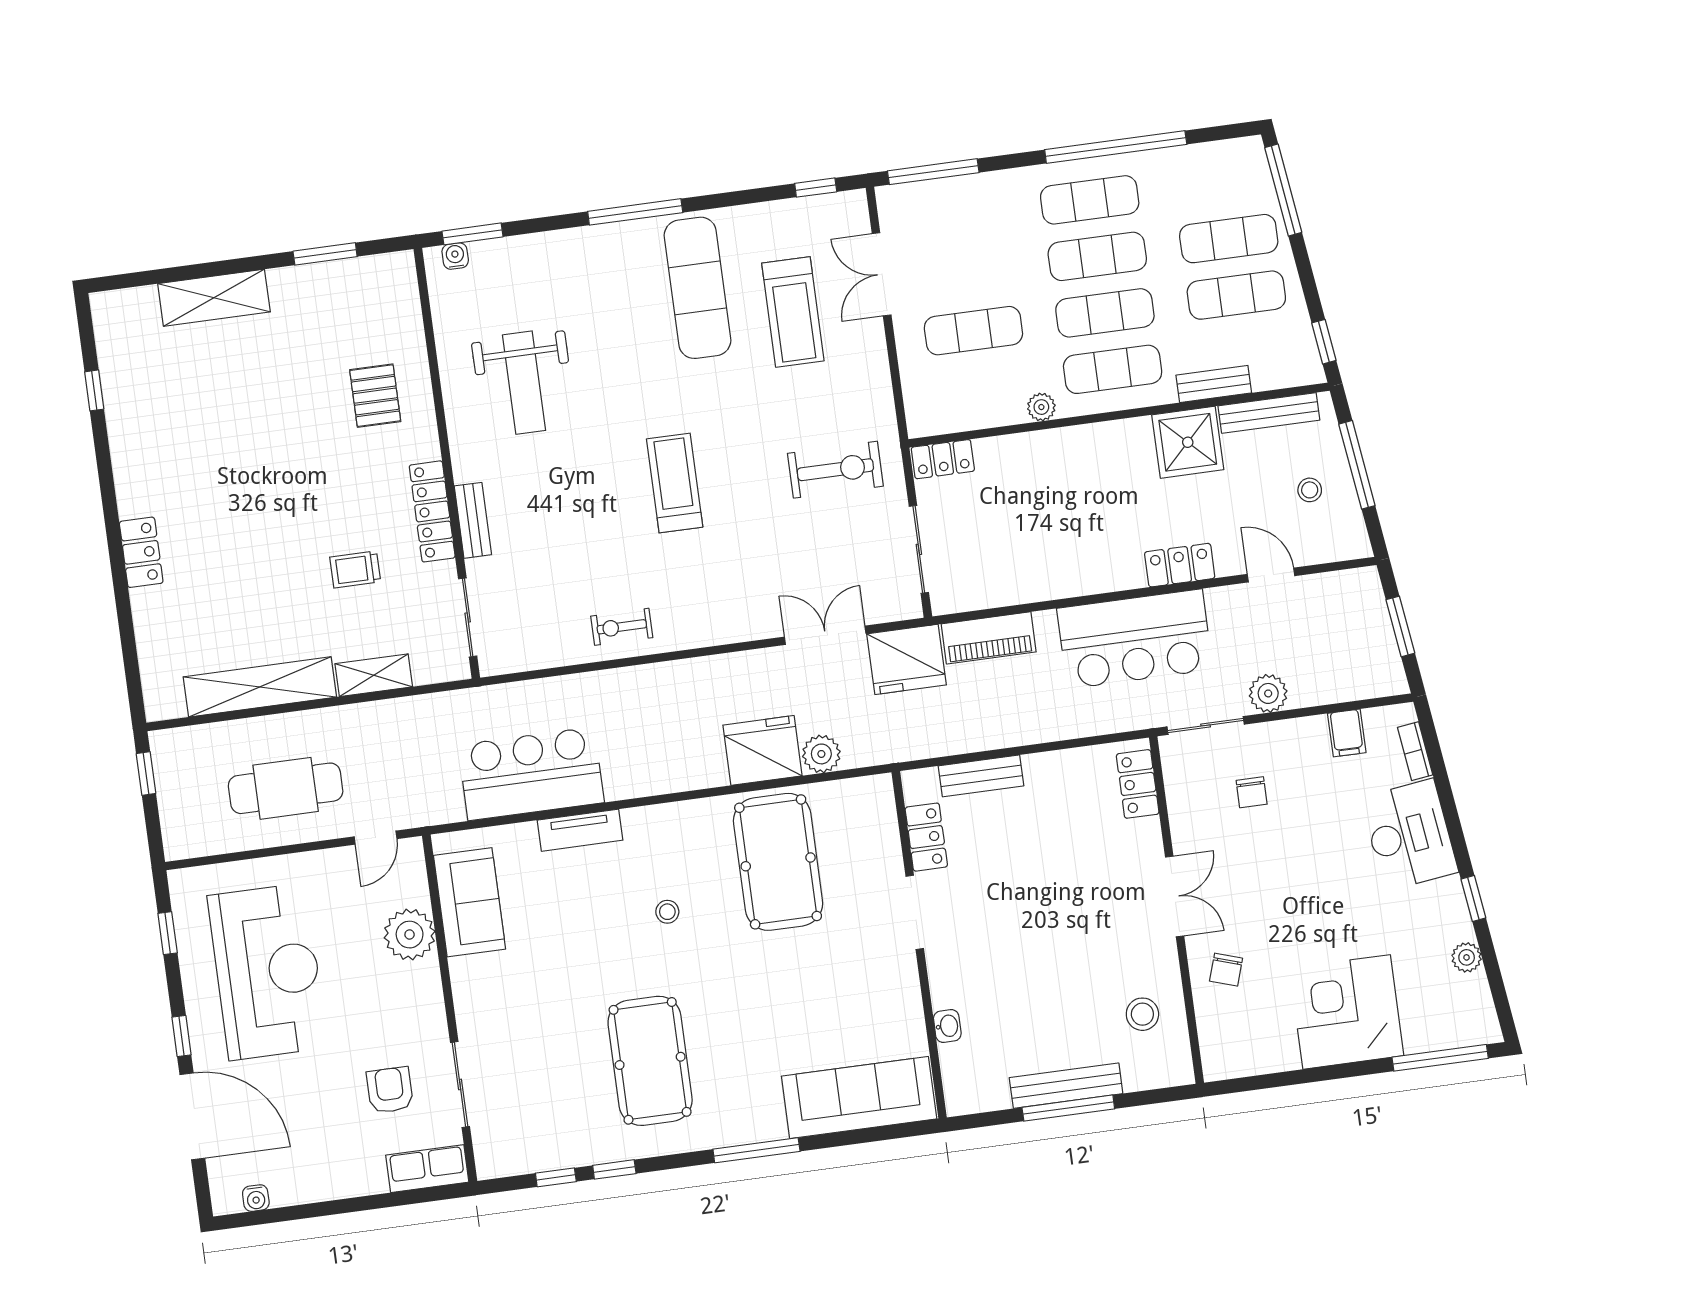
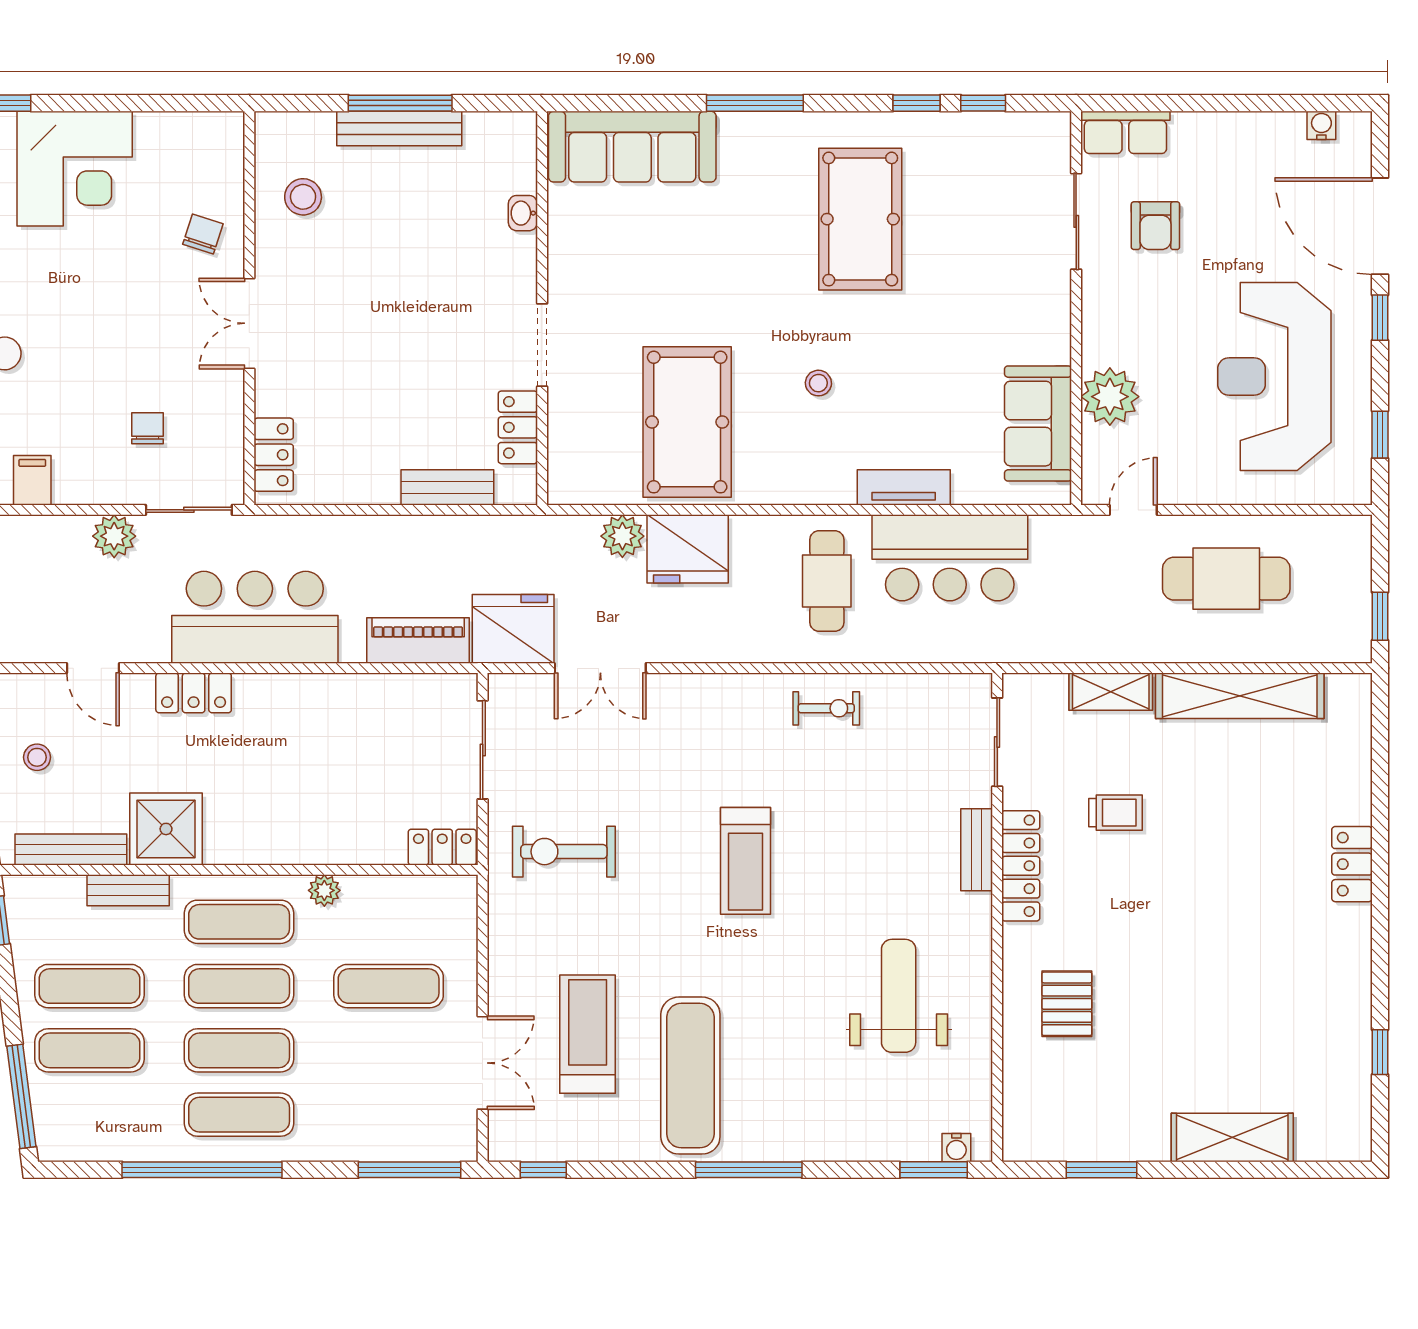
cafe table: (636, 739) -> (827, 581), added

